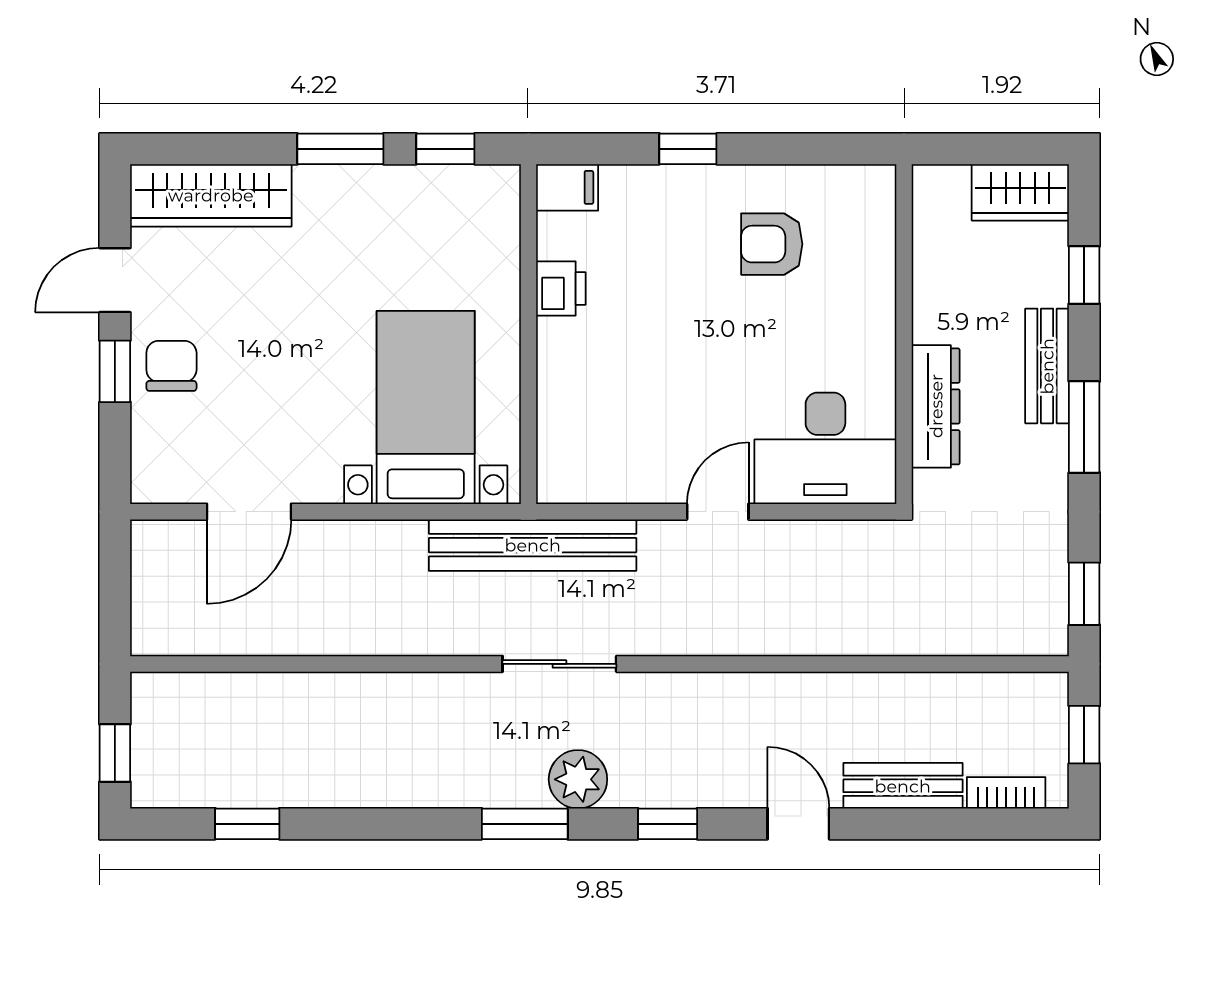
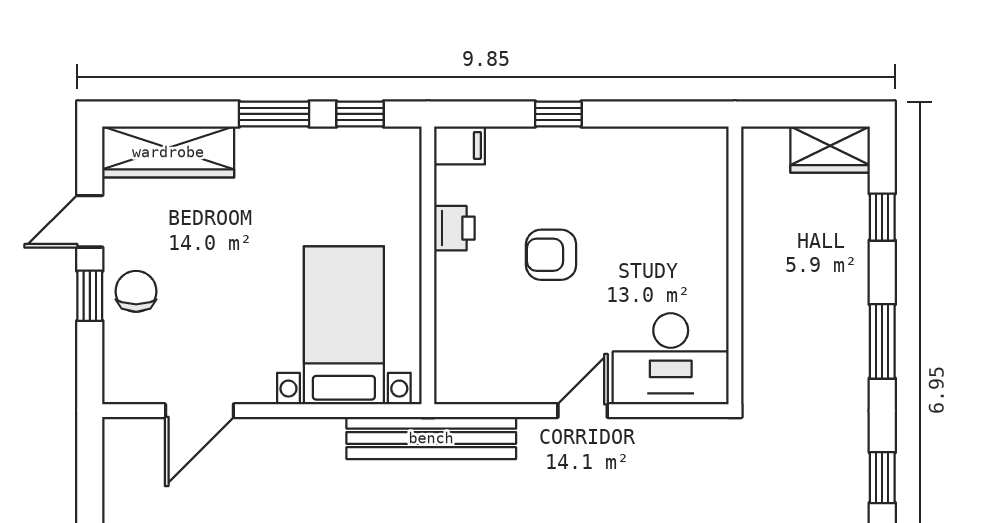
armchair: (772, 244) -> (551, 255), moved
bench: (1047, 366) -> (852, 291), removed
dresser: (936, 406) -> (761, 325), removed

